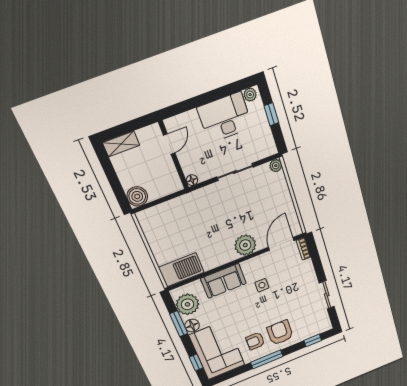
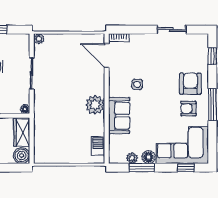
wardrobe: (164, 186) -> (22, 133), added
plant: (245, 245) -> (95, 105), moved
barbecue: (181, 270) -> (98, 146), width x0.53, depth x0.65
plant: (187, 304) -> (132, 158), width x0.53, depth x0.53
armchair: (280, 333) -> (190, 84), turned 90
armchair: (255, 341) -> (188, 109), turned 90

